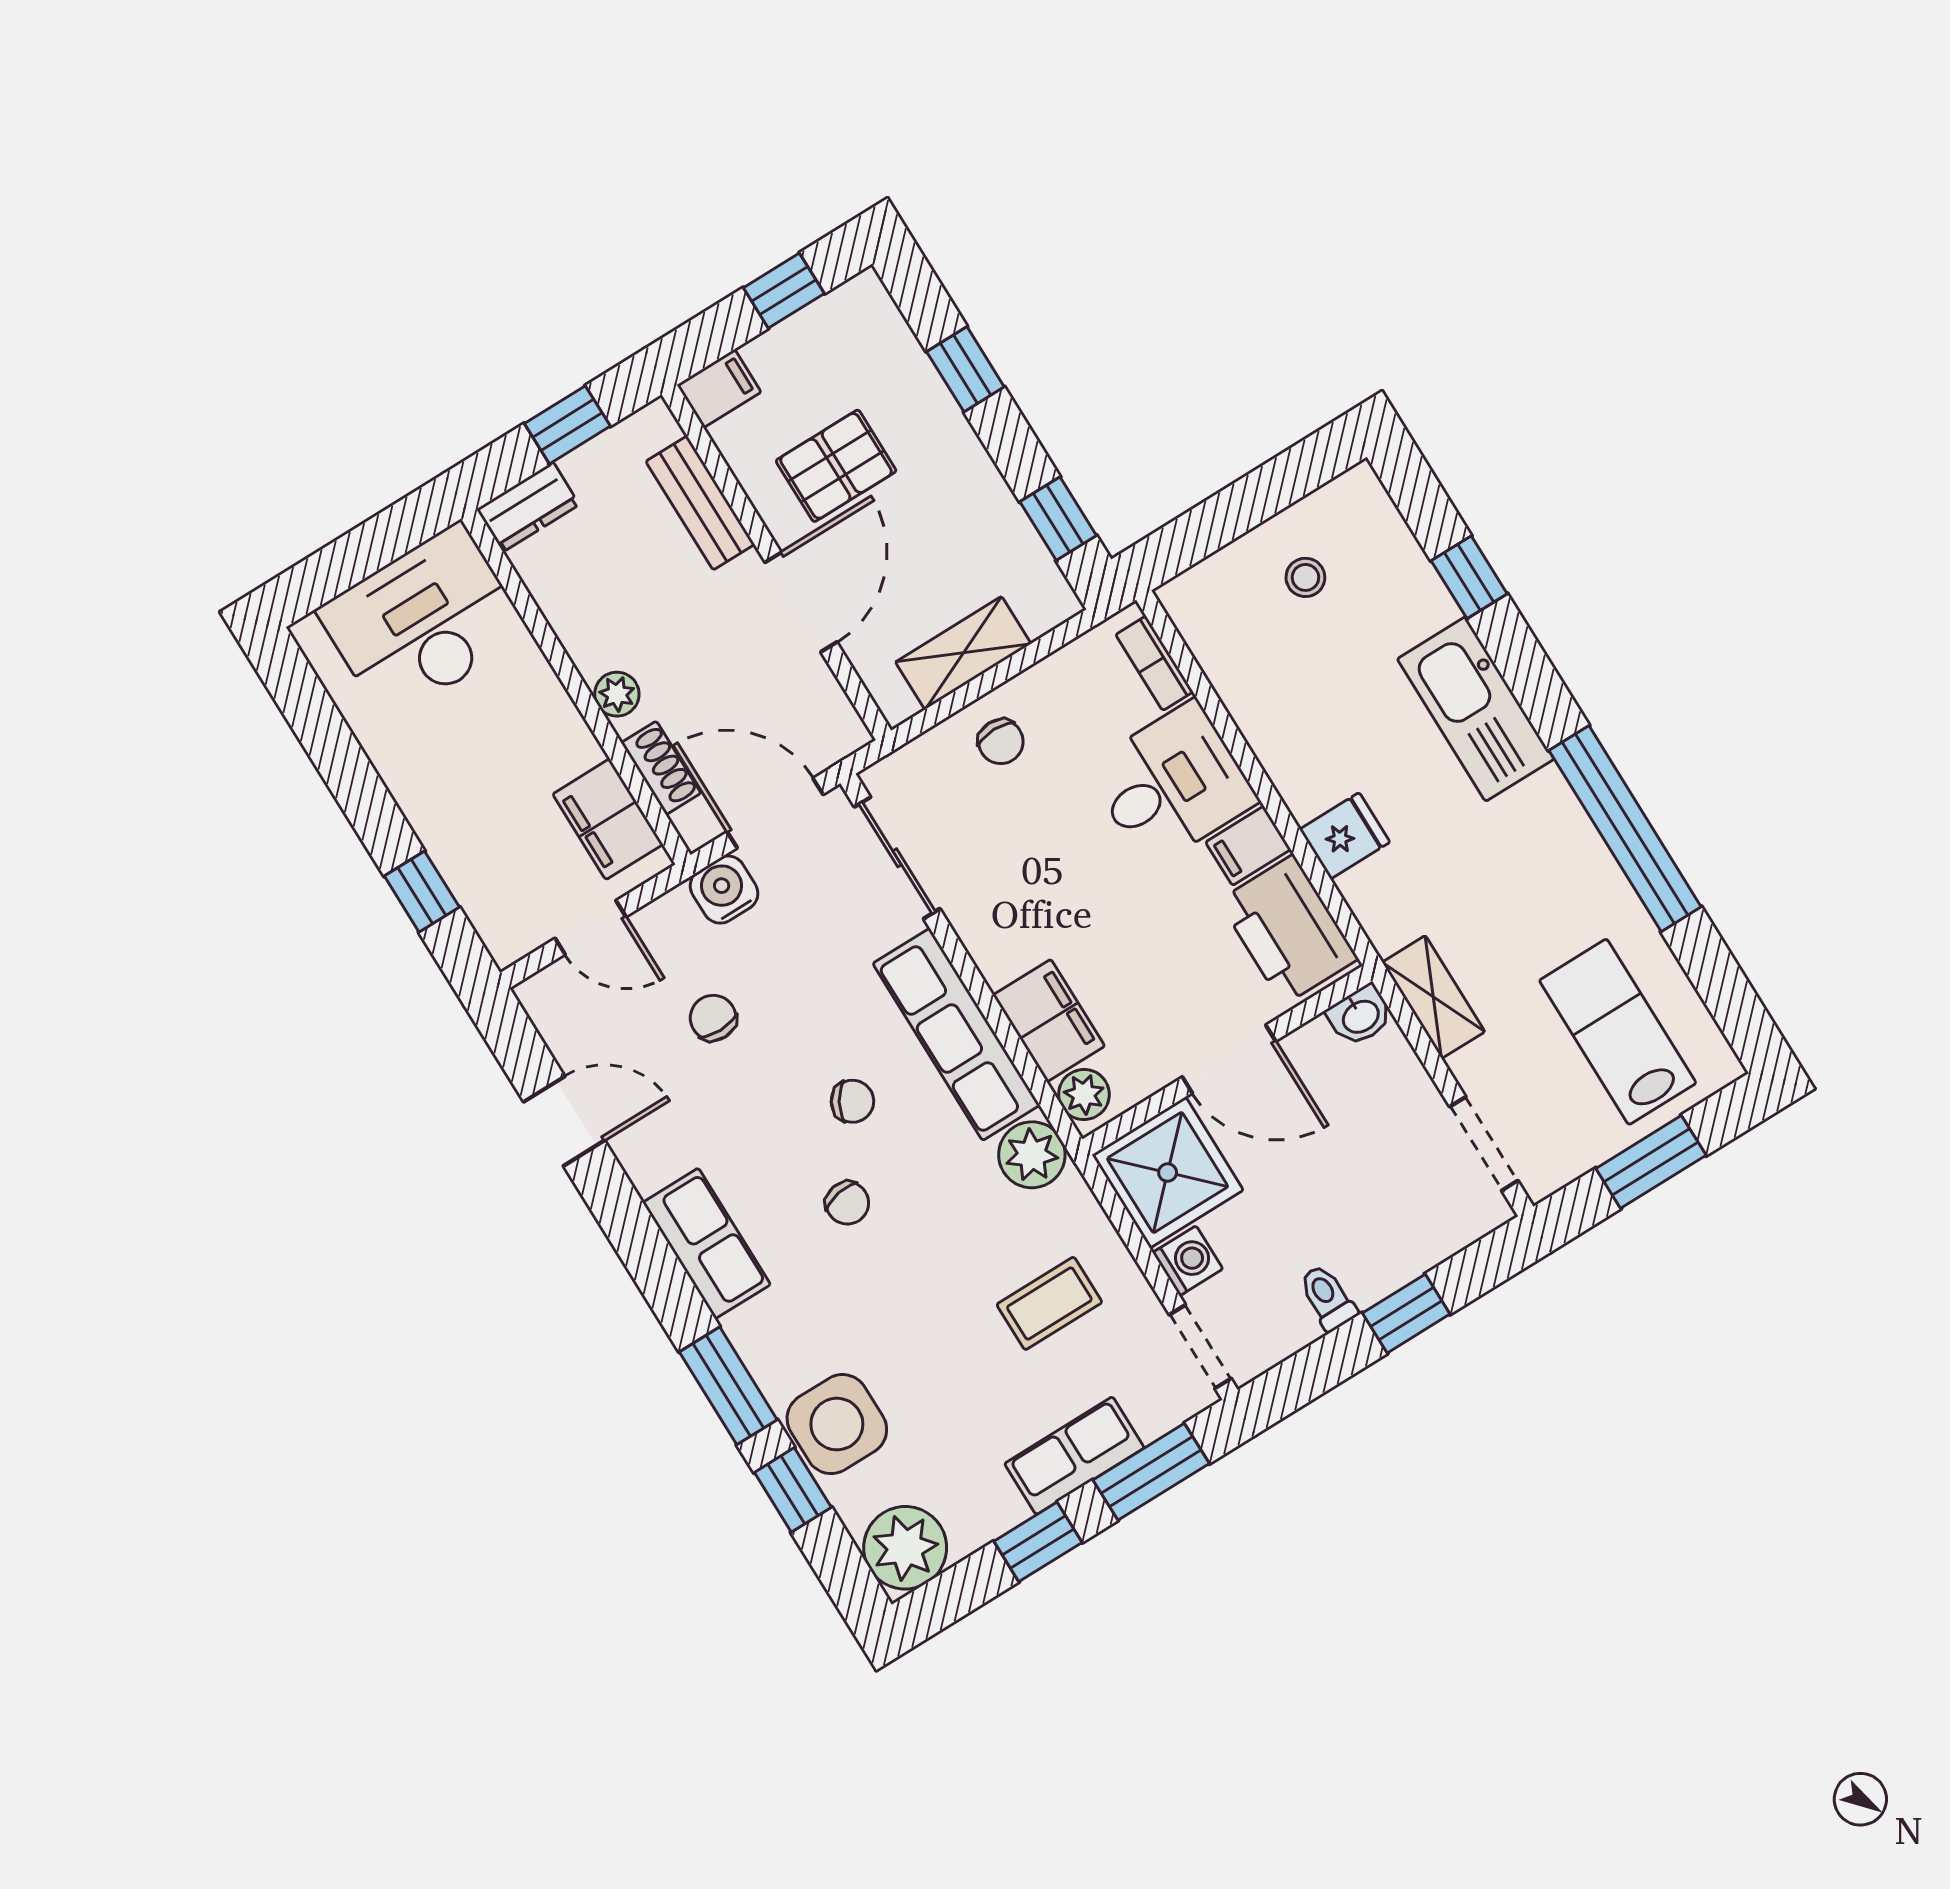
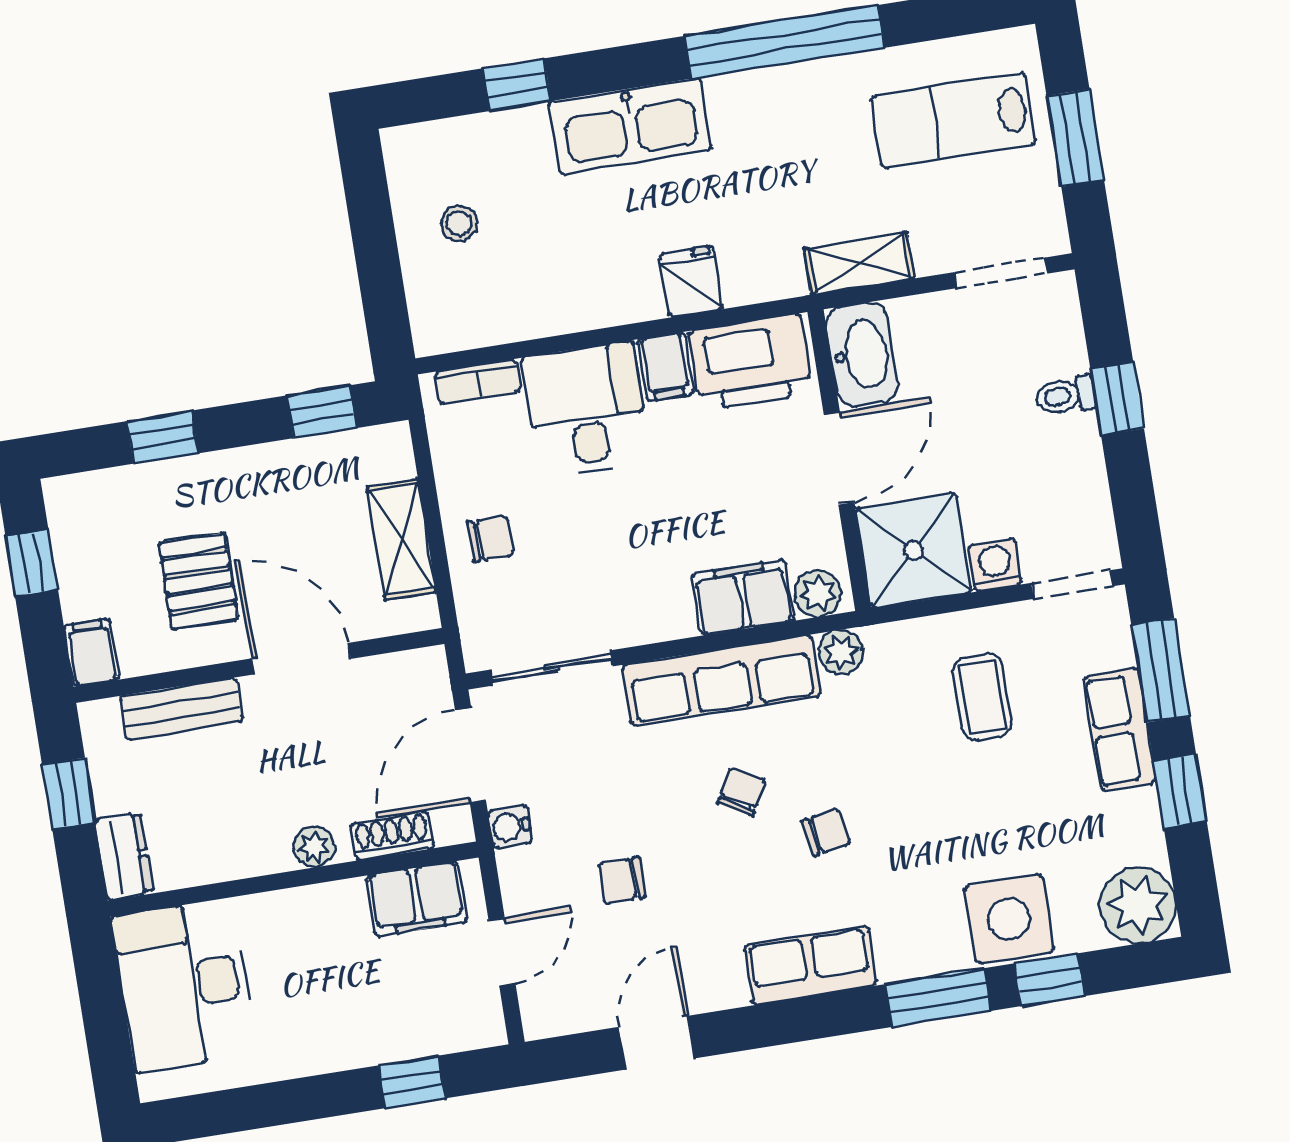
water cooler: (724, 890) -> (510, 827), width x0.72, depth x0.72
washbasin: (1360, 1016) -> (862, 354), width x1.91, depth x1.45
plant: (1032, 1155) -> (841, 652), width x0.73, depth x0.73
toilet: (1327, 1298) -> (1066, 396), moved

